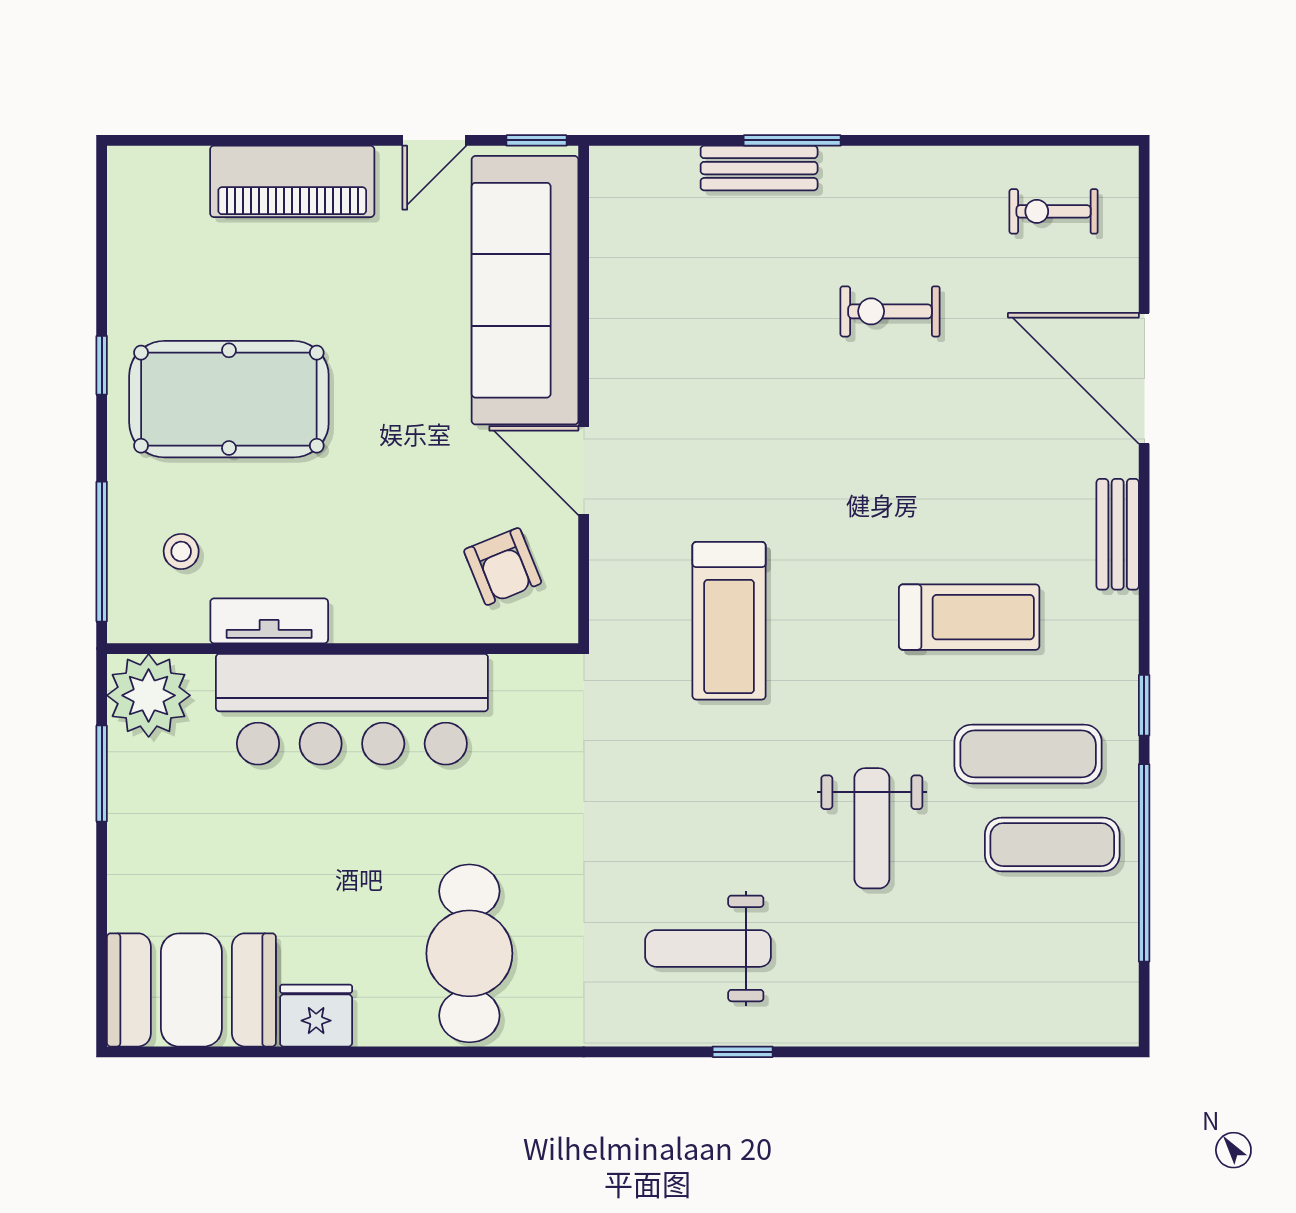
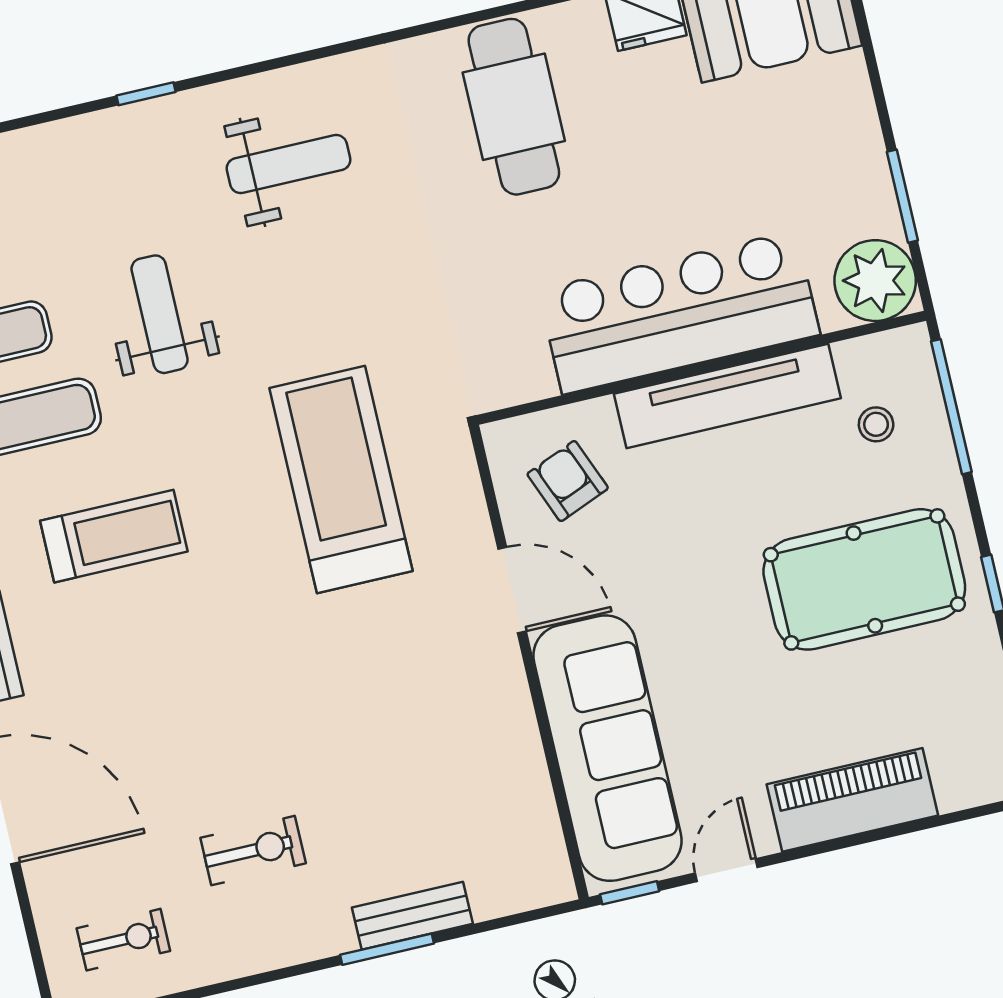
exercise bike: (890, 311) -> (253, 851), moved
treadmill: (969, 617) -> (114, 536), turned 180
tv unit: (269, 621) -> (727, 396), width x1.92, depth x1.29
treadmill: (729, 621) -> (341, 480), width x1.37, depth x1.38
window: (743, 1052) -> (146, 94), moved

